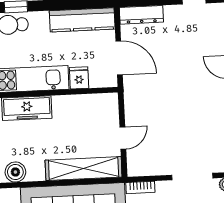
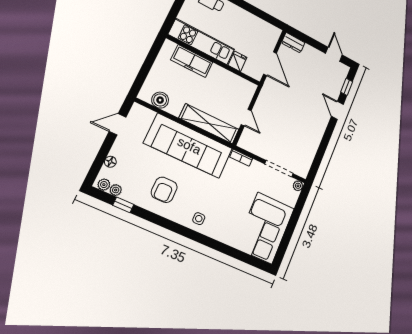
dresser: (141, 15) -> (293, 43), width x0.70
kitchen counter: (82, 20) -> (259, 26), removed
door: (123, 138) -> (246, 118), hinge flipped

